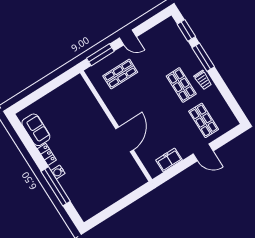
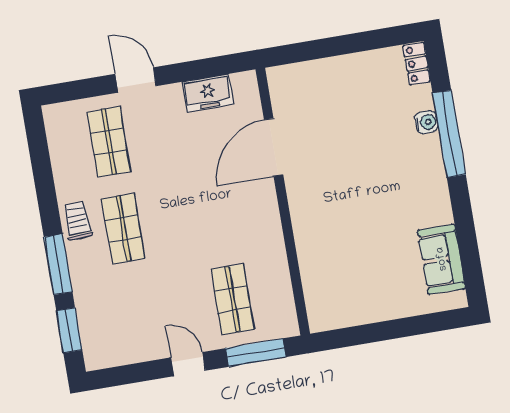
shop shelf: (120, 74) -> (233, 299), turned 90
door: (125, 139) -> (274, 147), moved
locker: (47, 154) -> (417, 63), moved
water cooler: (58, 172) -> (426, 122), moved

